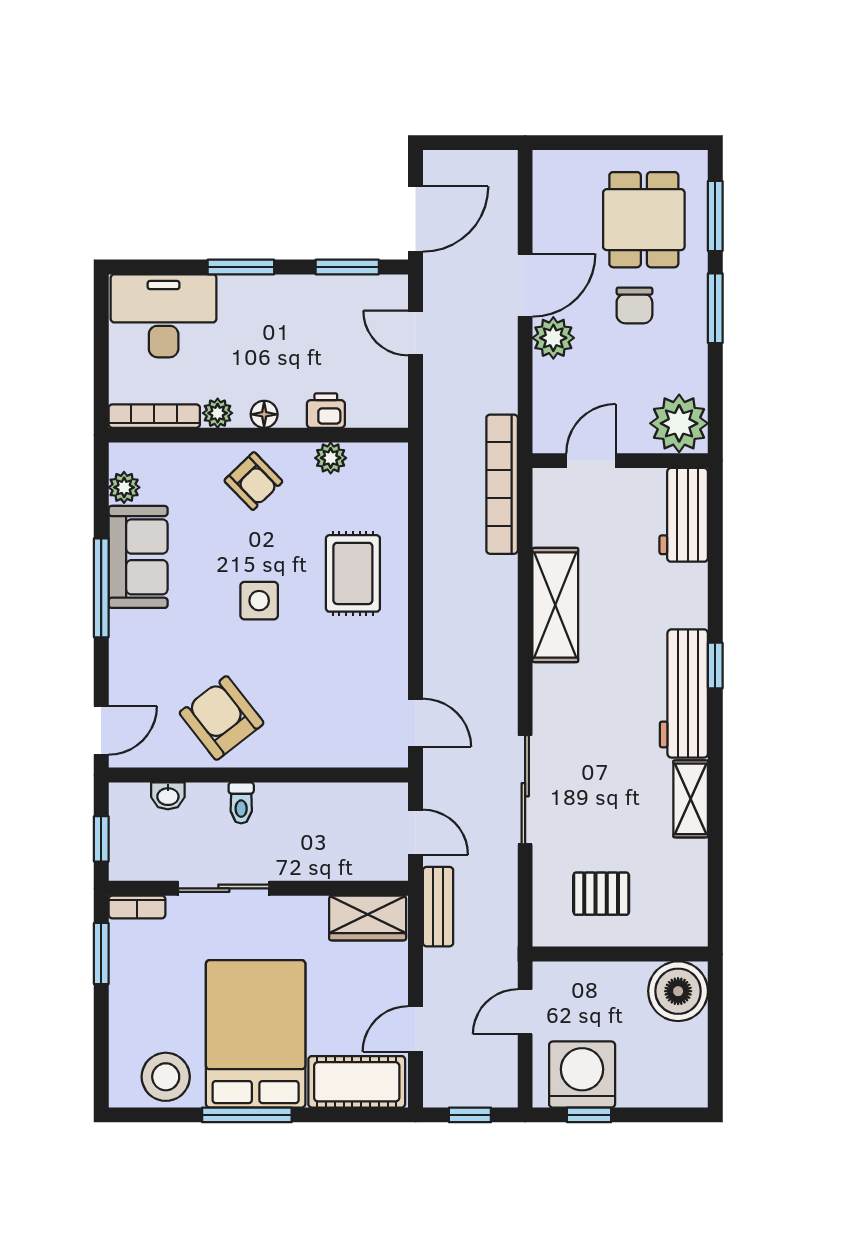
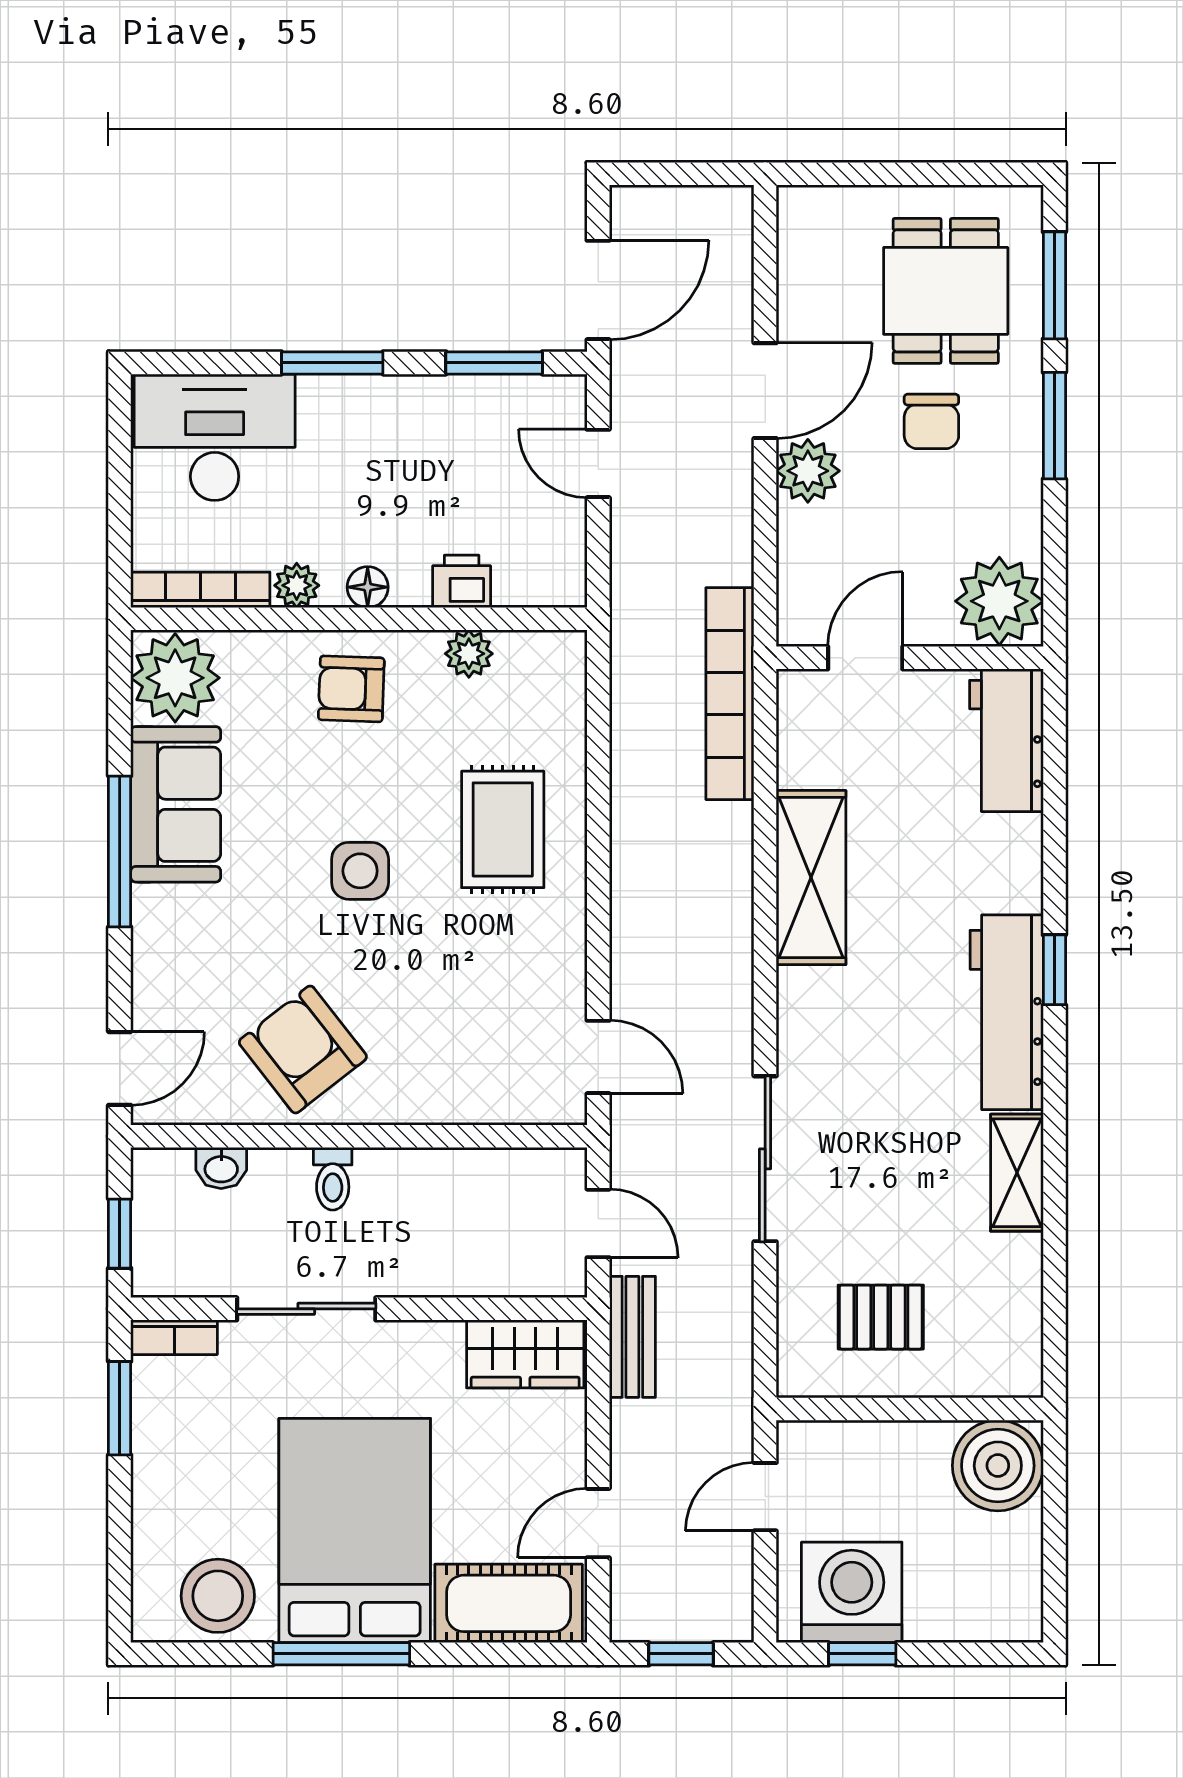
armchair: (253, 481) -> (351, 689), turned 136
plant: (124, 487) -> (175, 678), width x1.88, depth x1.88

